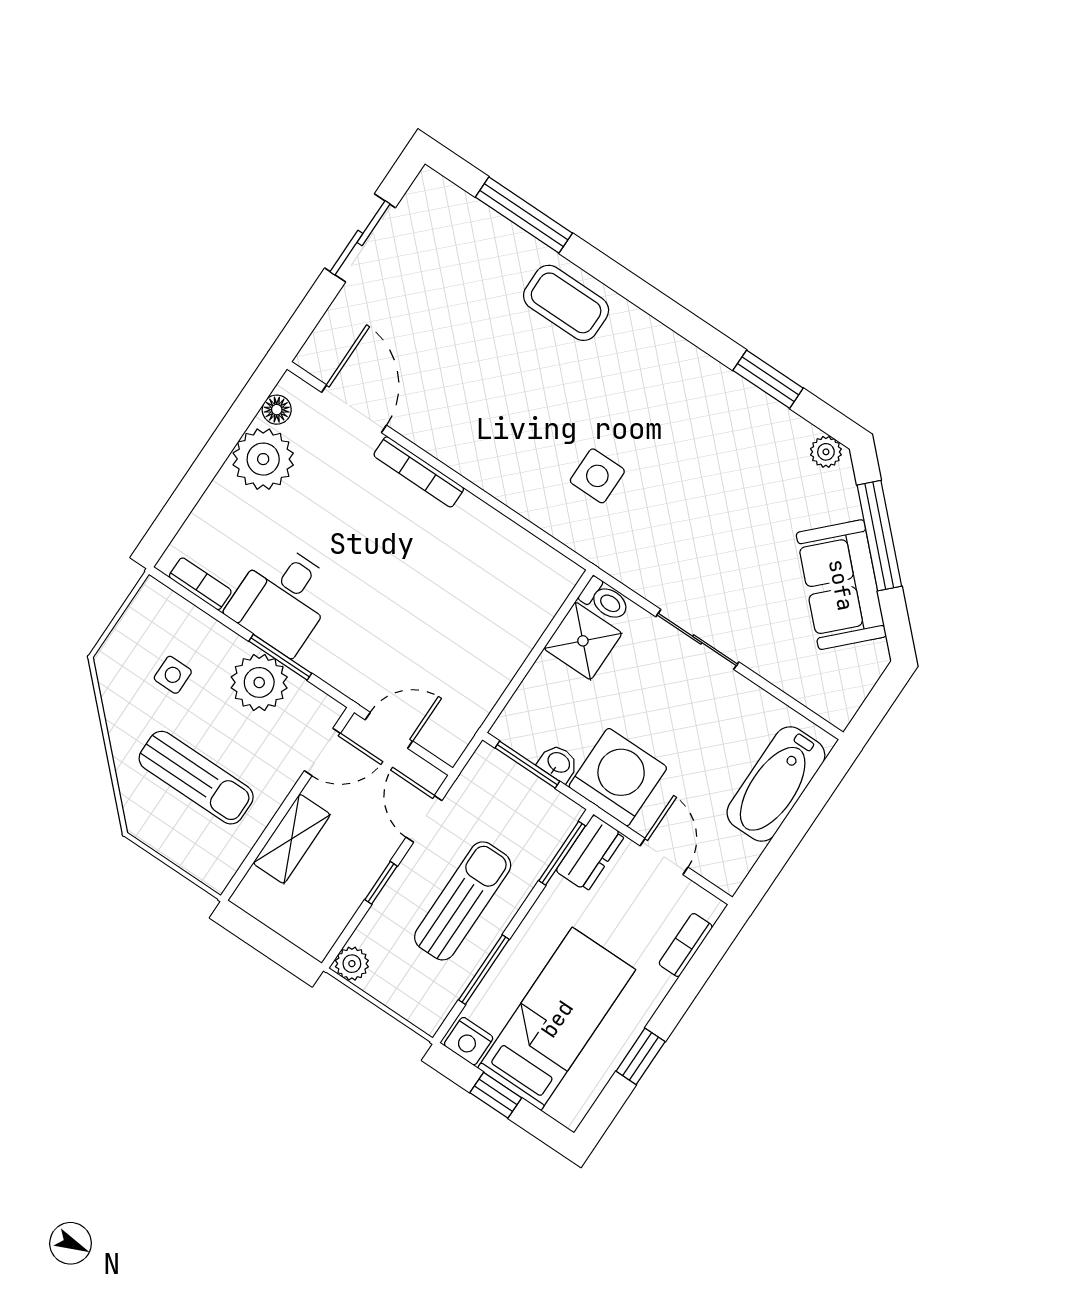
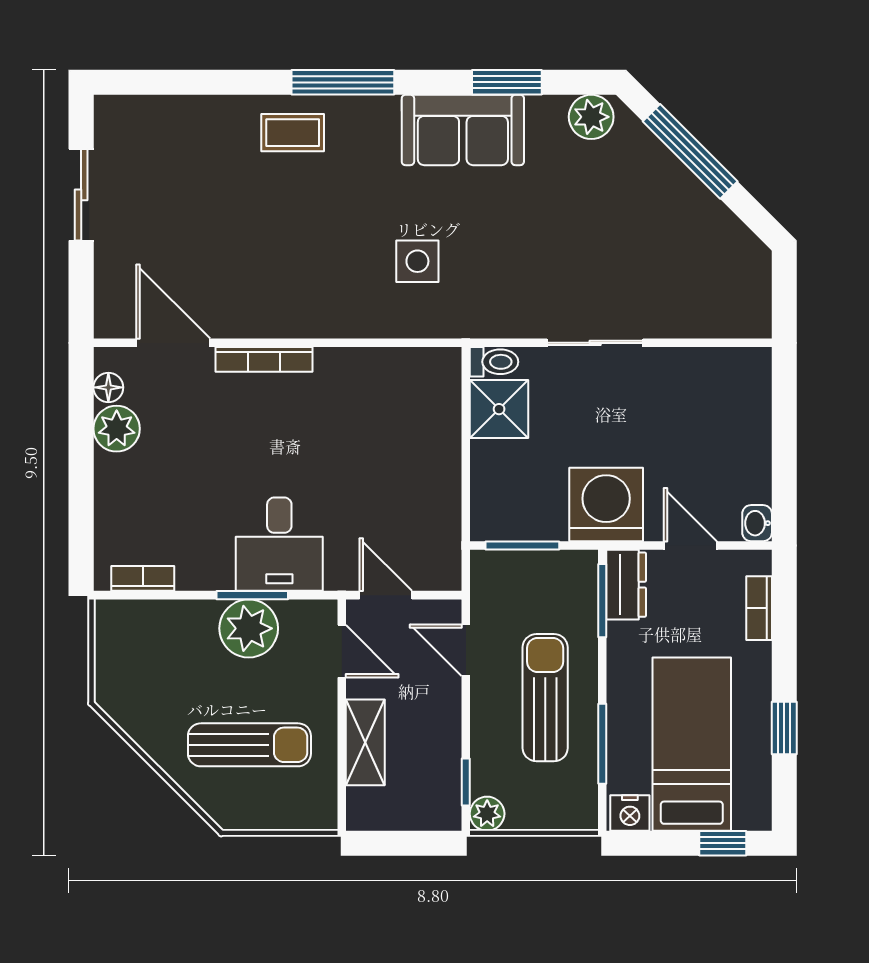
window: (524, 215) -> (343, 82), moved
coffee table: (566, 303) -> (293, 133), width x0.73, depth x0.77
plant: (826, 452) -> (591, 117), width x1.38, depth x1.38
plant: (263, 459) -> (117, 429), width x0.73, depth x0.73
sofa: (841, 585) -> (463, 130), moved, turned -45
desk: (282, 599) -> (279, 544), moved
side table: (173, 675) -> (171, 671), removed
door: (389, 730) -> (386, 595), hinge flipped
door: (322, 752) -> (342, 651), hinge flipped
washbasin: (558, 763) -> (757, 523), moved, turned -90
bathtub: (776, 784) -> (744, 420), removed
window: (381, 883) -> (466, 782), moved
window: (496, 1095) -> (723, 843), moved

